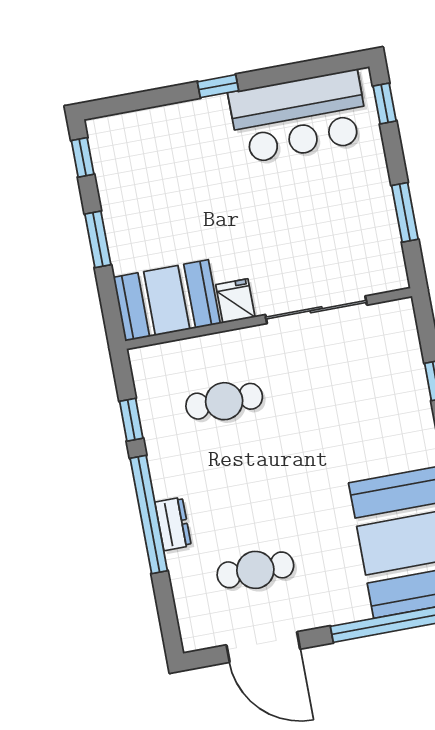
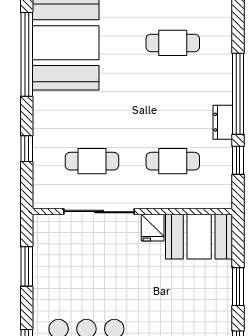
cafe table: (340, 380) -> (92, 161), added
dresser: (173, 524) -> (223, 122), moved

